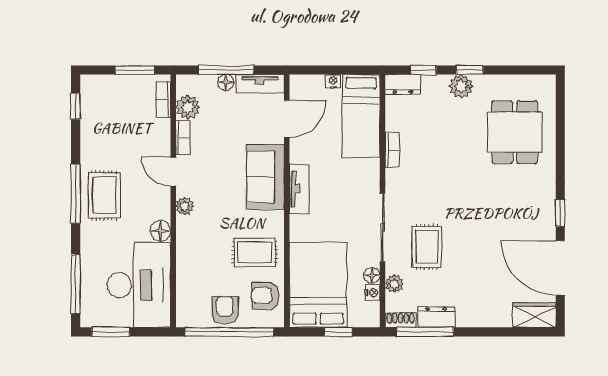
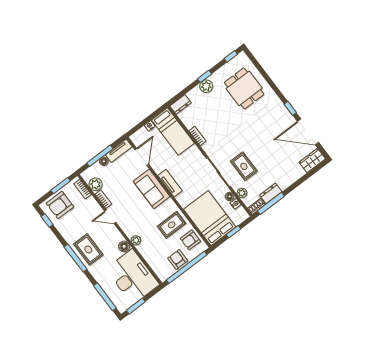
window: (423, 70) -> (231, 56), moved
armchair: (112, 98) -> (60, 205), added
plant: (185, 206) -> (136, 240), moved

